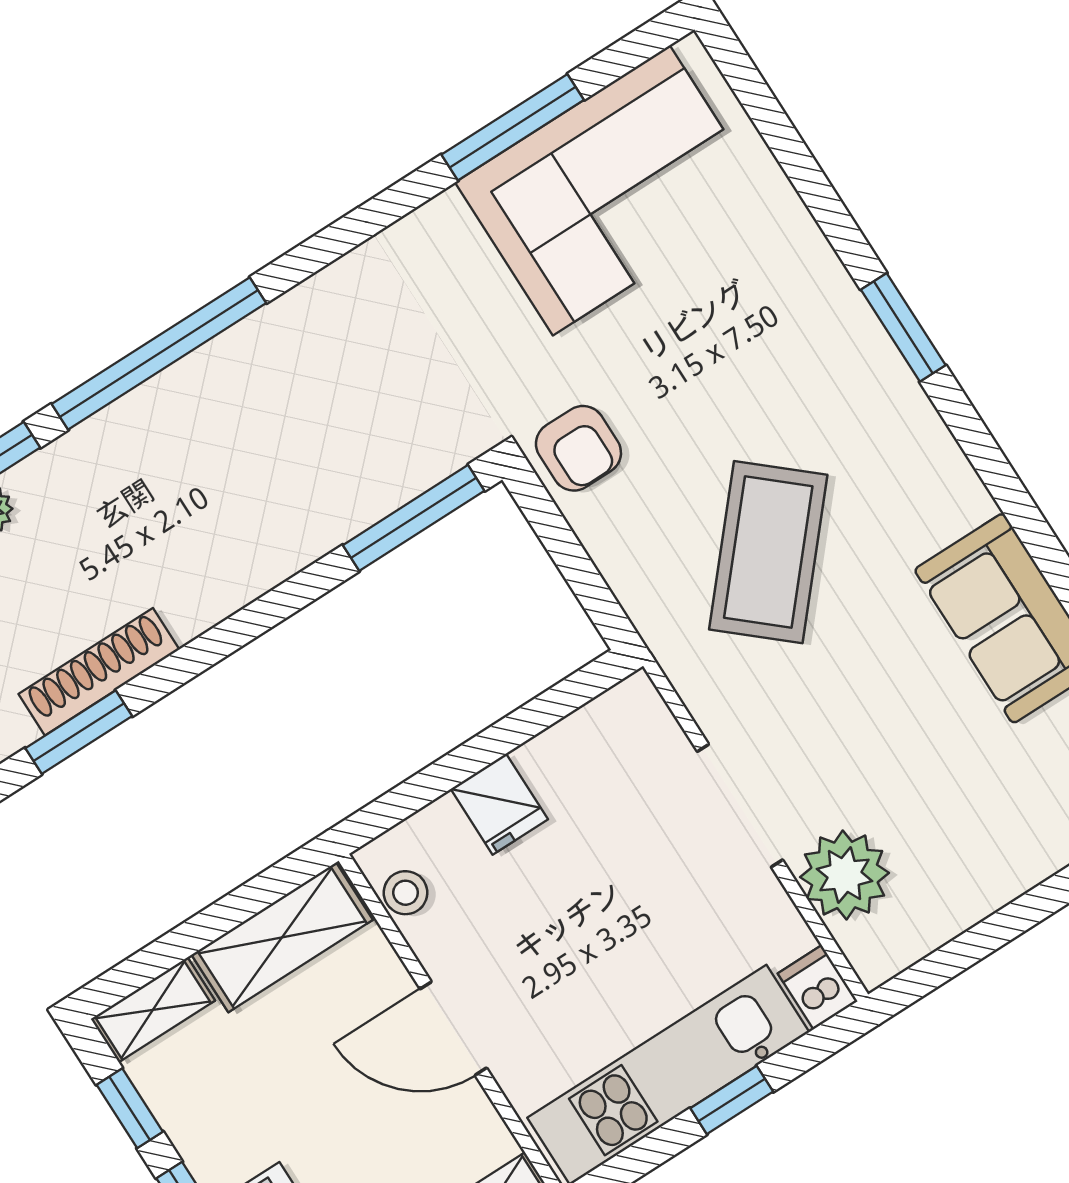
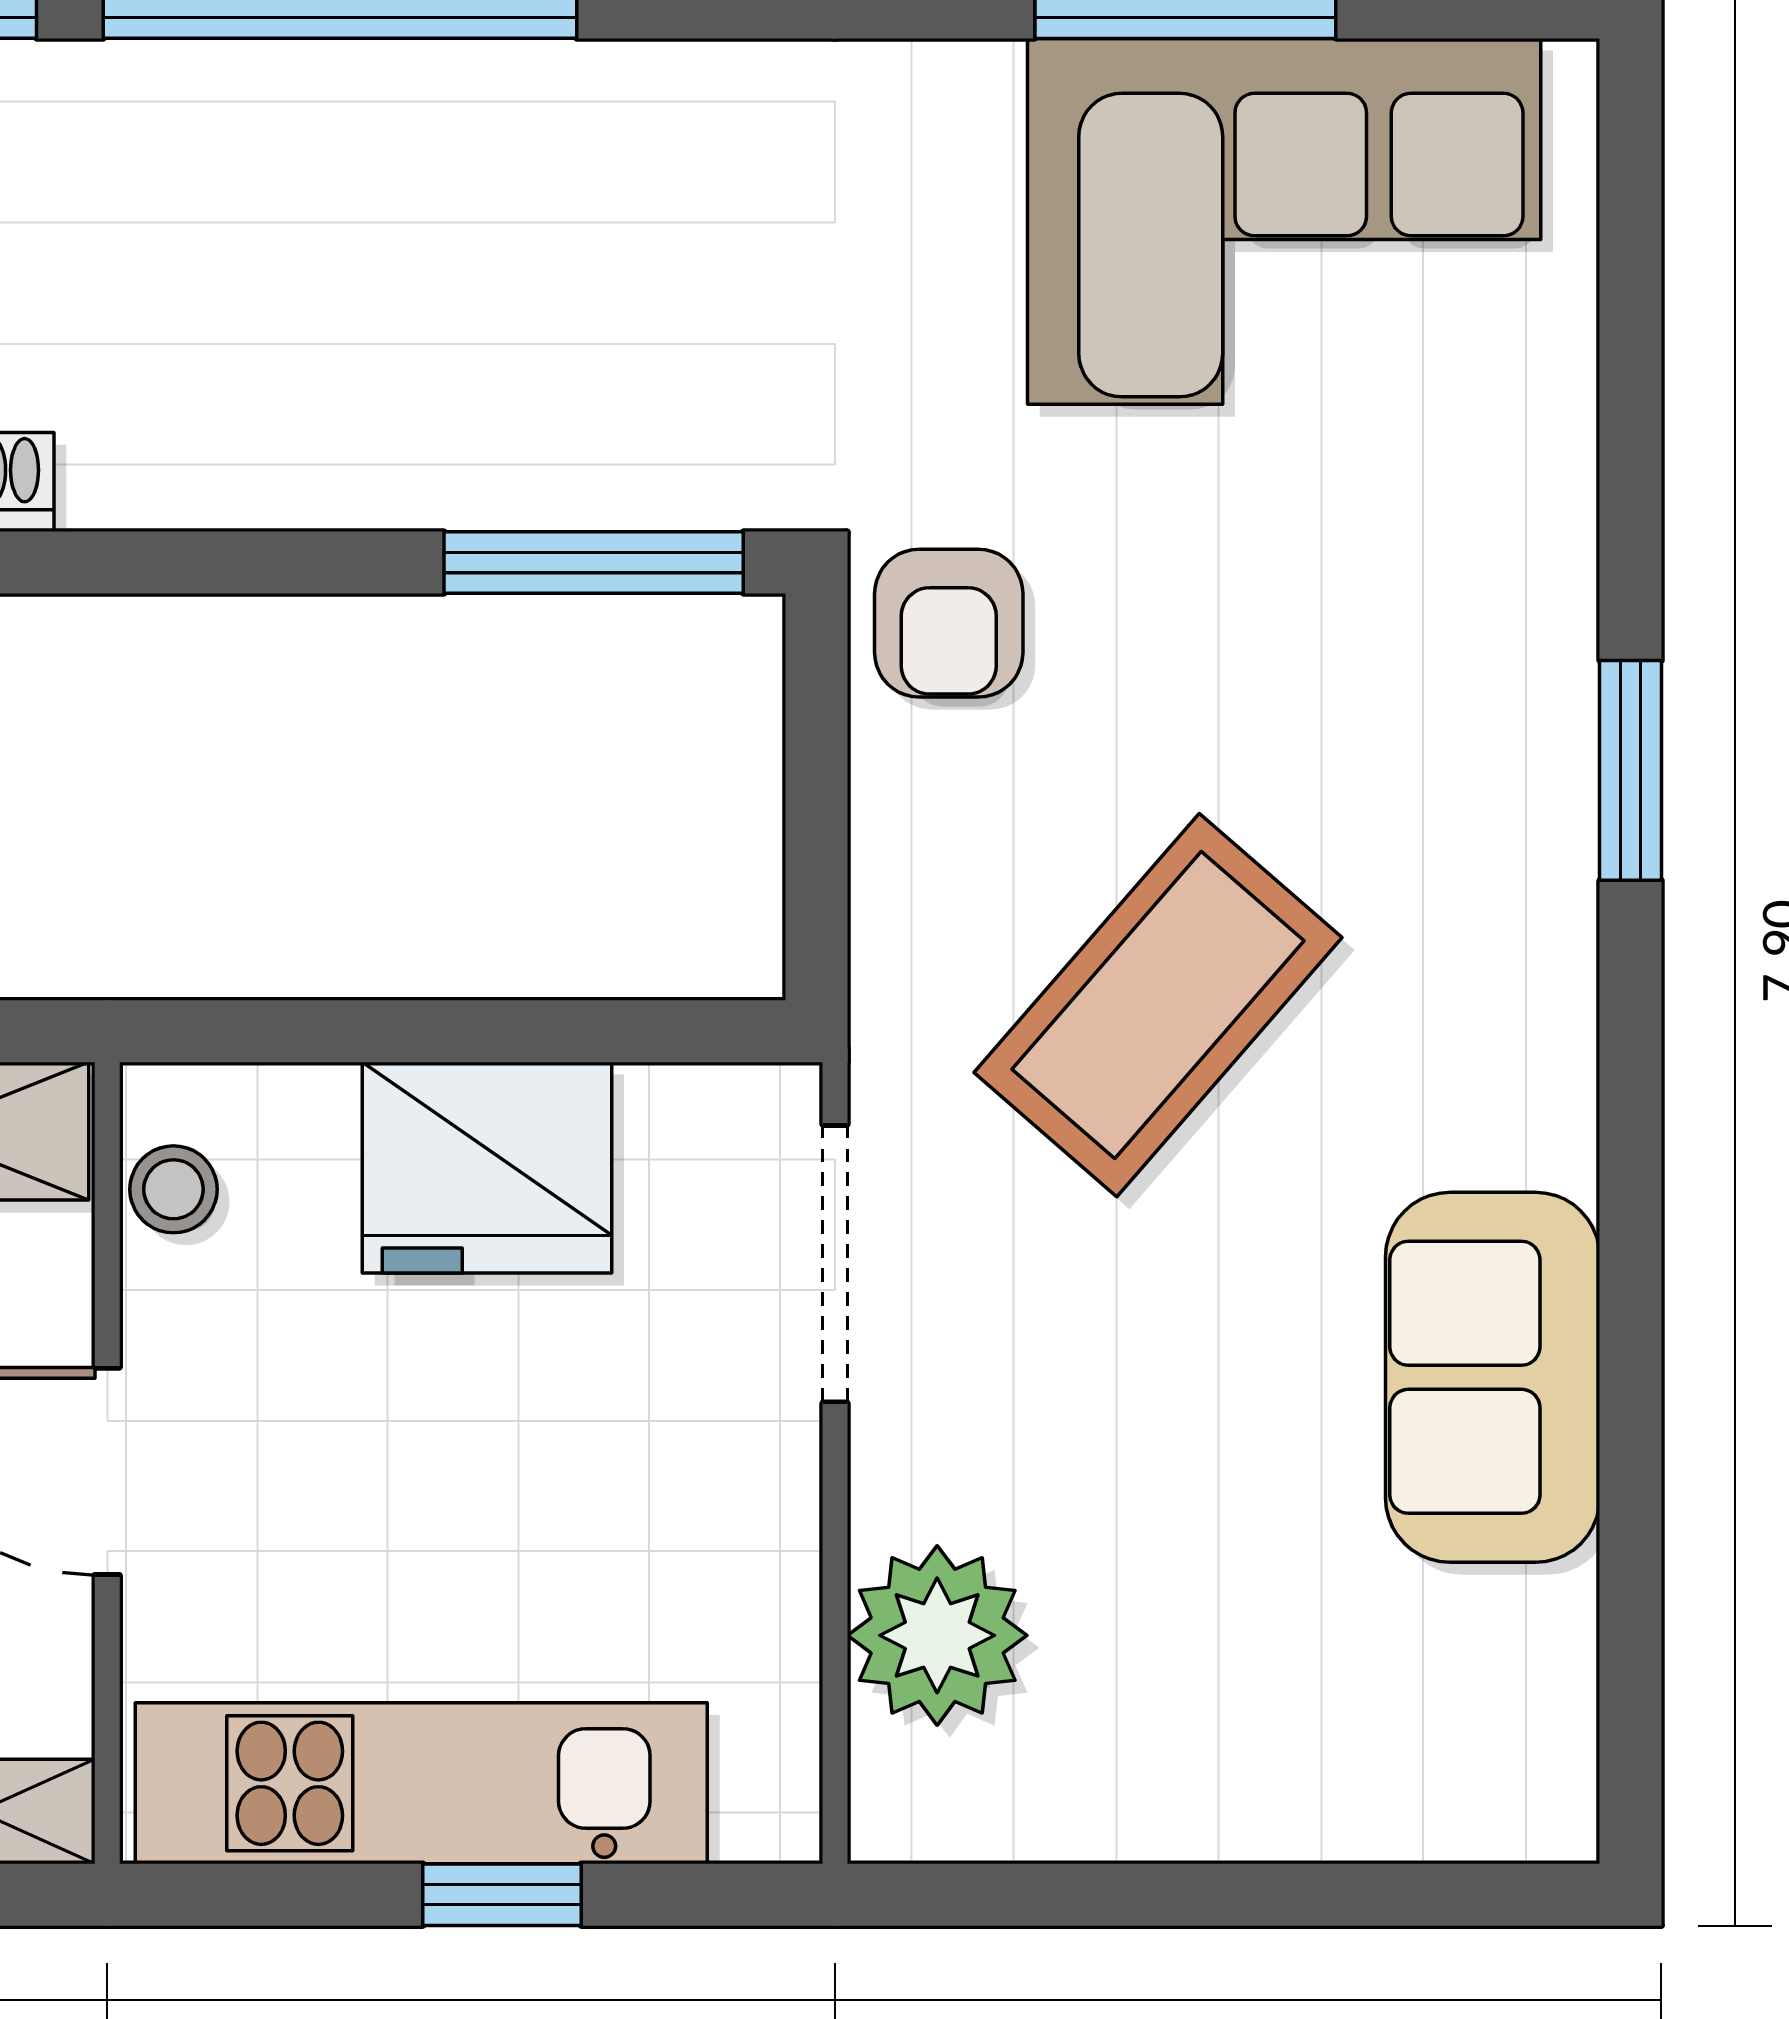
fridge: (499, 804) -> (487, 1168), width x1.88, depth x1.34
doorway: (740, 806) -> (835, 1264), moved
dishwasher: (817, 987) -> (769, 1797), removed

